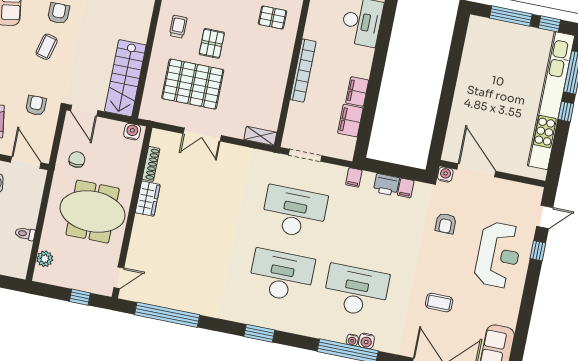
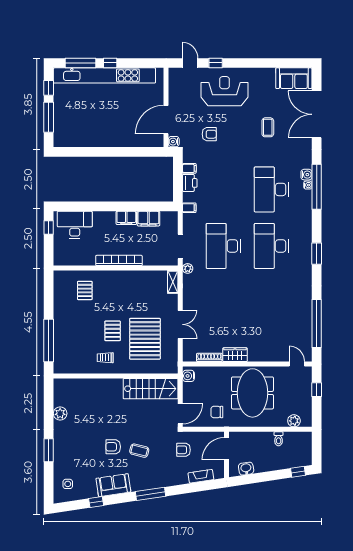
pallet: (212, 43) -> (113, 331), turned 90
plant: (274, 159) -> (188, 268), added

